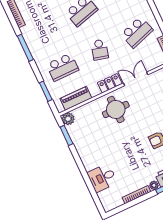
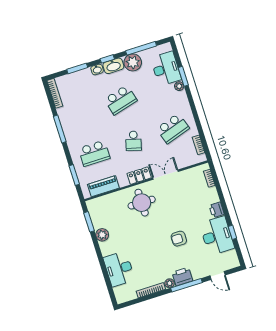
plant: (68, 119) -> (102, 235), moved
desk: (102, 178) -> (119, 269), width x1.37

